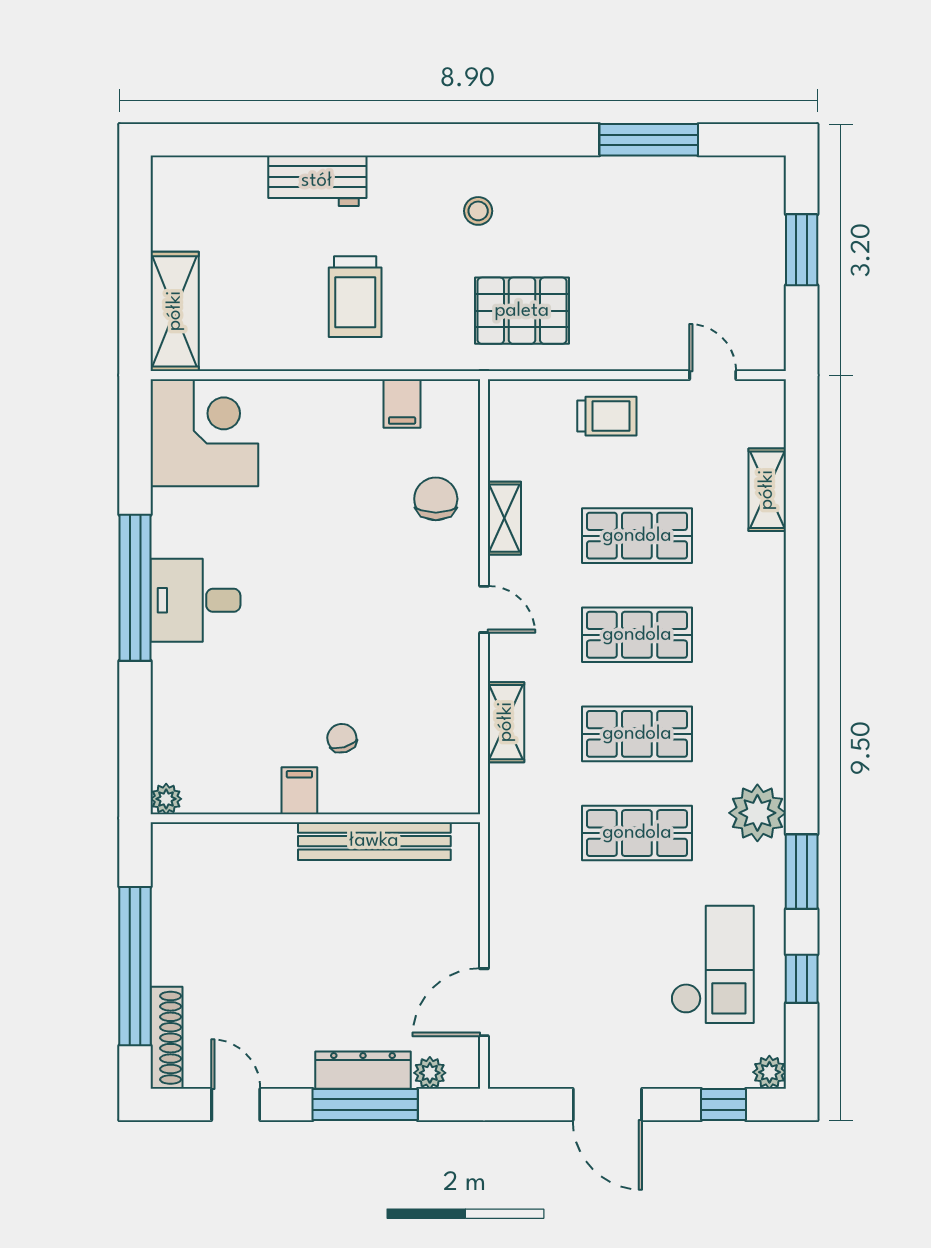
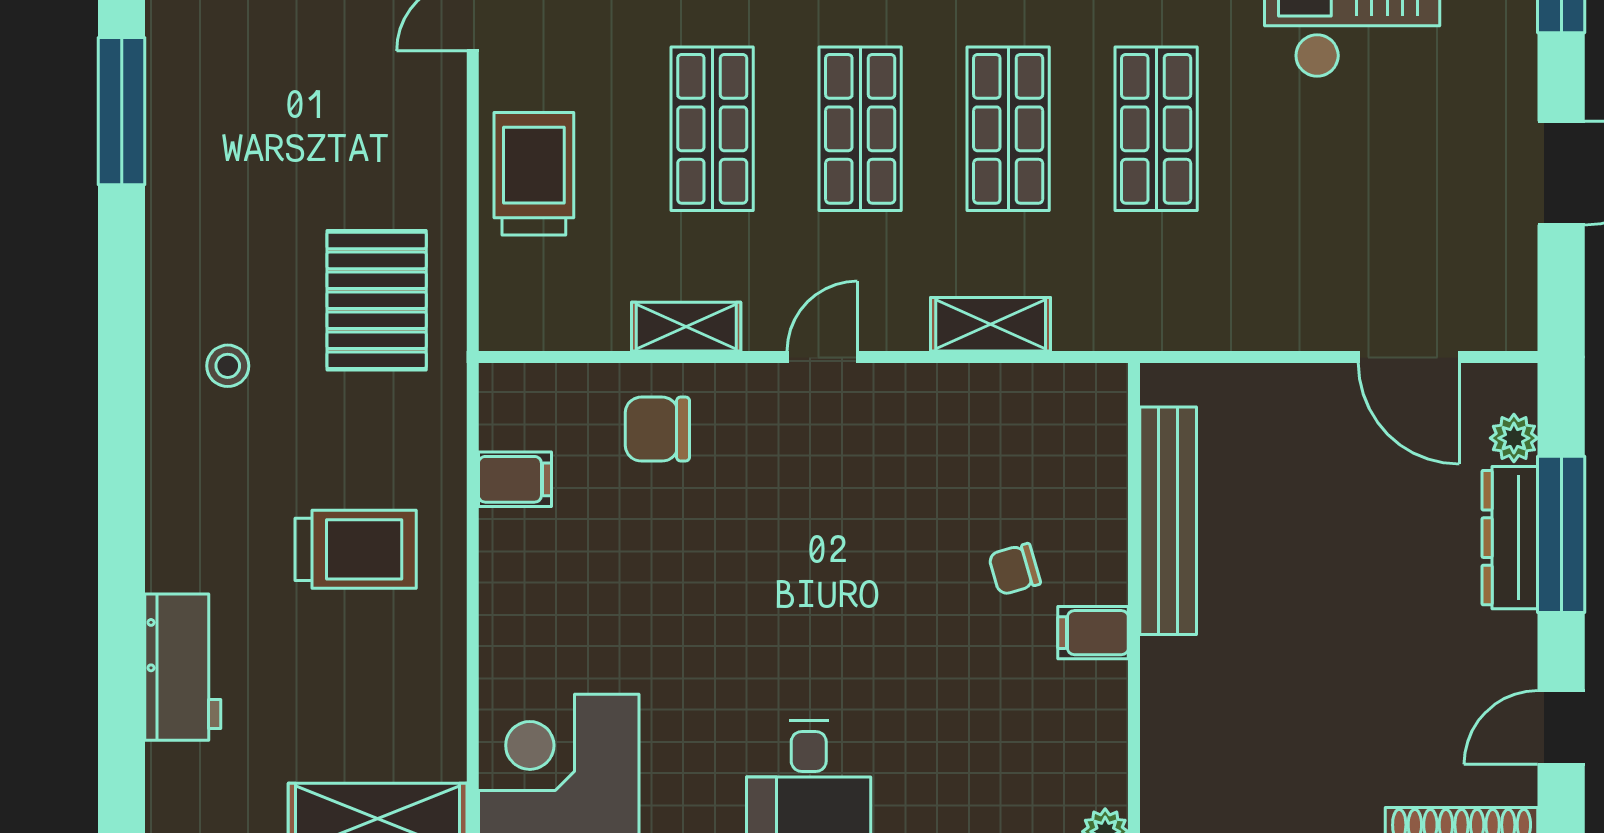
workbench: (317, 181) -> (183, 667), moved
trolley: (607, 416) -> (534, 174), width x1.36, depth x1.39

